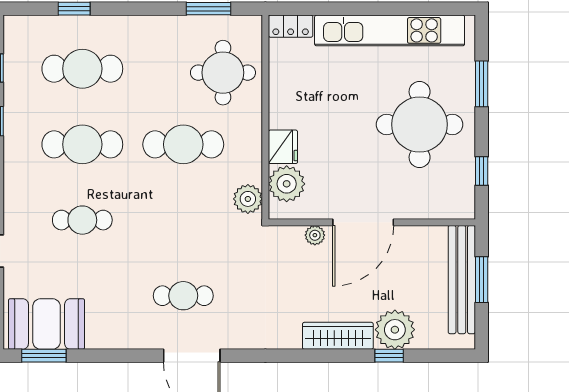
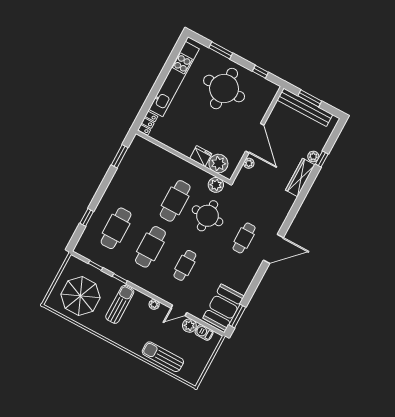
round table: (223, 73) -> (208, 216), moved
plant: (395, 330) -> (313, 156), width x0.53, depth x0.53

